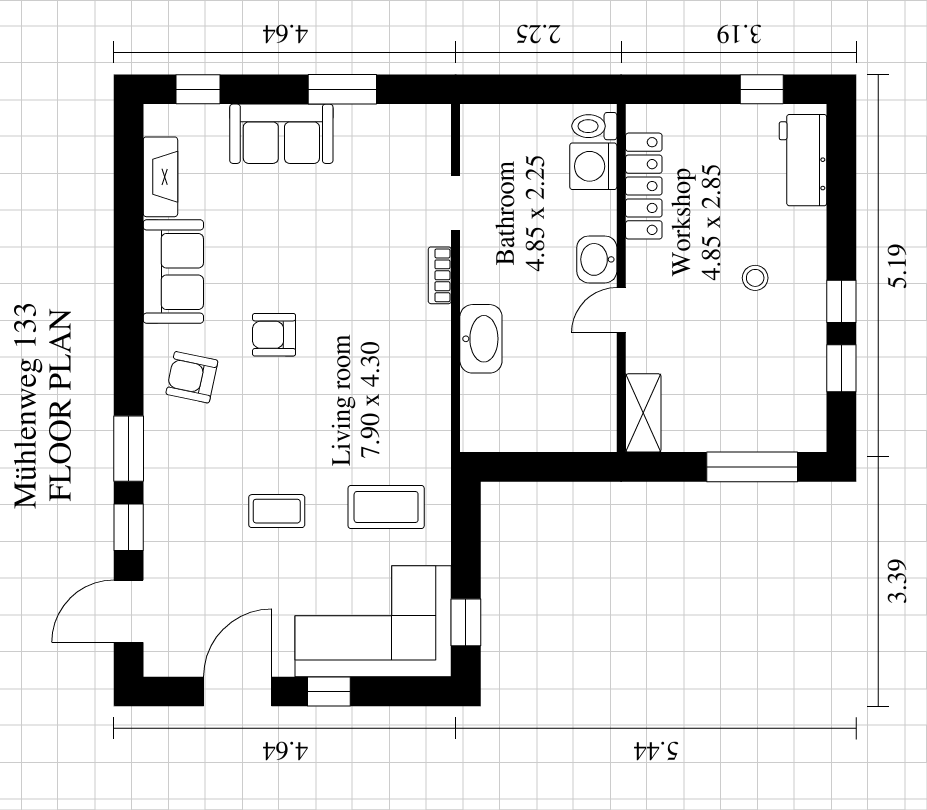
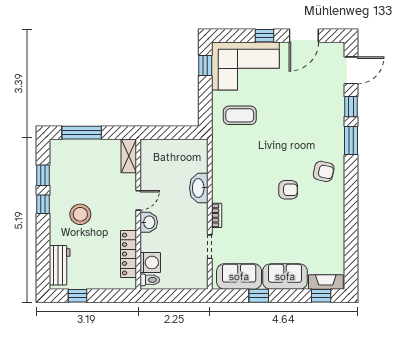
window: (342, 89) -> (259, 296), width x0.67
fireplace: (160, 177) -> (326, 282), moved, turned 90
sofa: (173, 272) -> (239, 277), moved, turned 90
stool: (755, 278) -> (80, 214), width x1.89, depth x1.89
coffee table: (277, 511) -> (287, 114), removed

